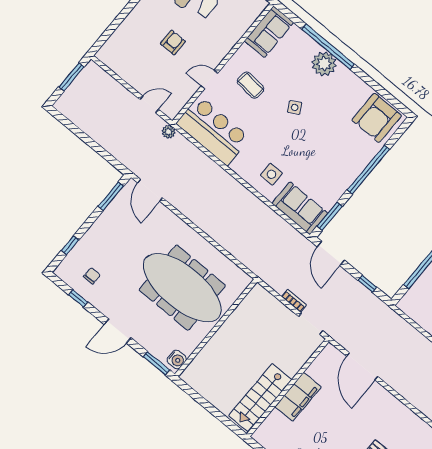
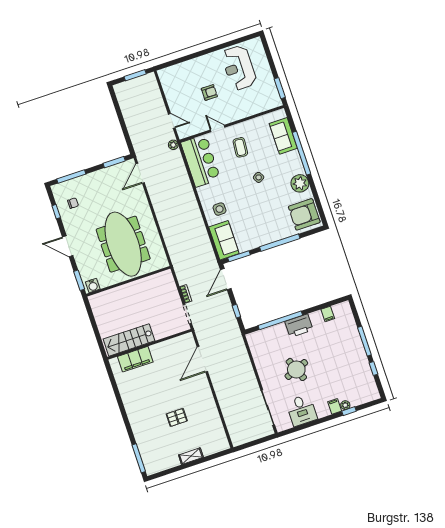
sofa: (269, 32) -> (283, 136), moved, turned 90
plant: (324, 64) -> (300, 183), moved
window: (70, 245) -> (71, 176), width x2.17
filing cabinet: (298, 397) -> (135, 359), moved

